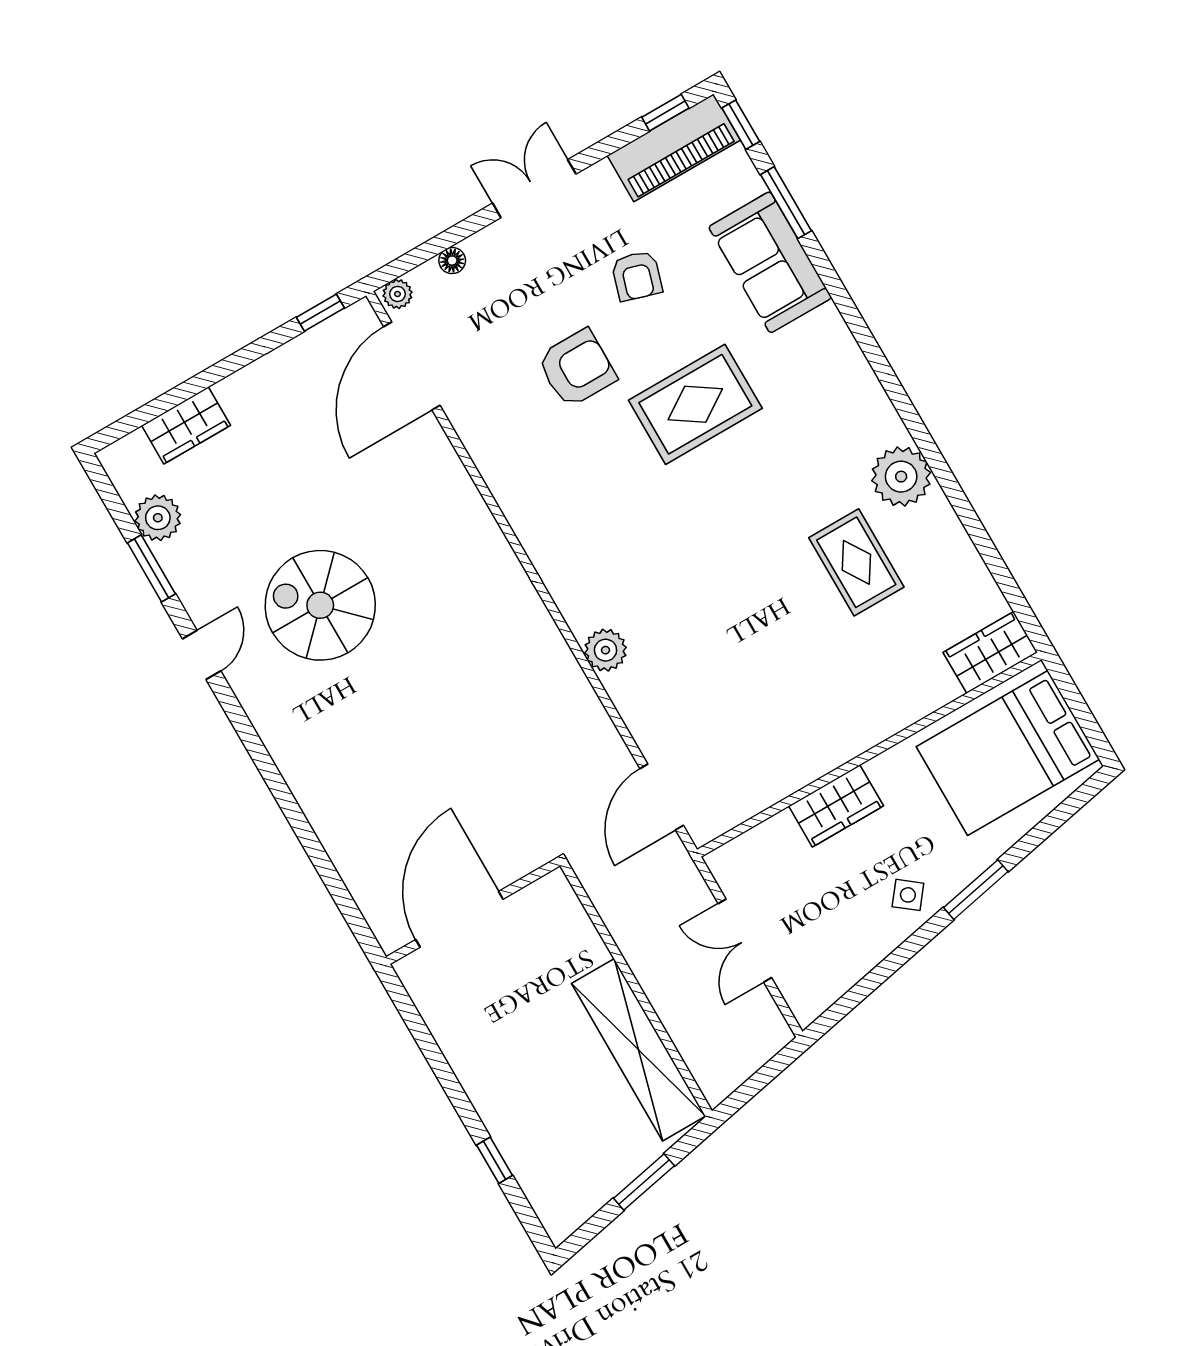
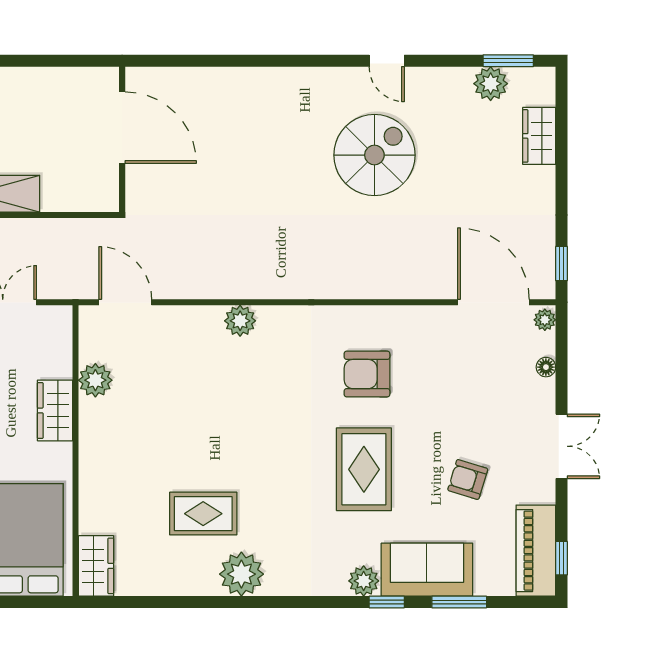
window: (741, 125) -> (387, 602), moved
plant: (826, 329) -> (364, 581), added
armchair: (577, 368) -> (367, 374), moved, turned 90
window: (151, 568) -> (508, 61), moved
plant: (773, 779) -> (95, 380), added

